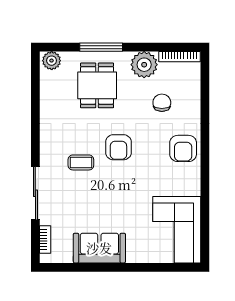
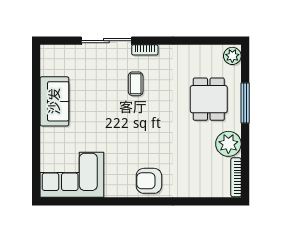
dining table: (97, 85) -> (209, 99), turned 90
chair: (162, 103) -> (192, 161), removed
armchair: (118, 147) -> (150, 119), removed
bookcase: (45, 239) -> (145, 50), moved

